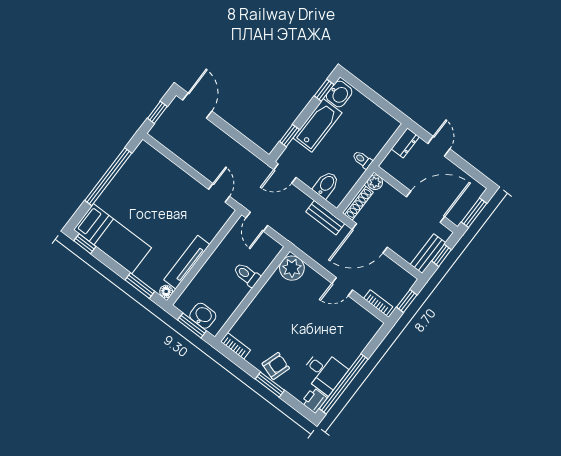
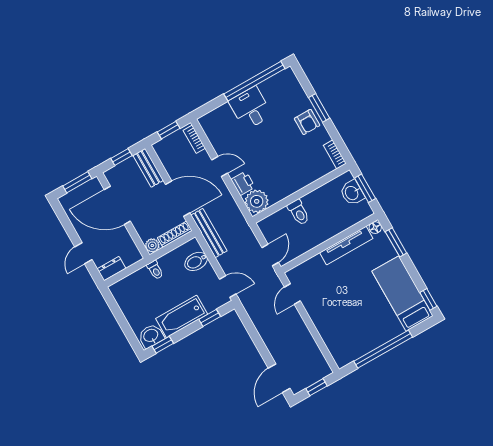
bench: (325, 218) -> (209, 233), width x1.36
bench: (428, 254) -> (148, 168), moved, turned 90
armchair: (276, 366) -> (307, 122), turned -108
desk: (324, 372) -> (250, 108), moved
printer: (314, 400) -> (243, 183), moved, turned -90

